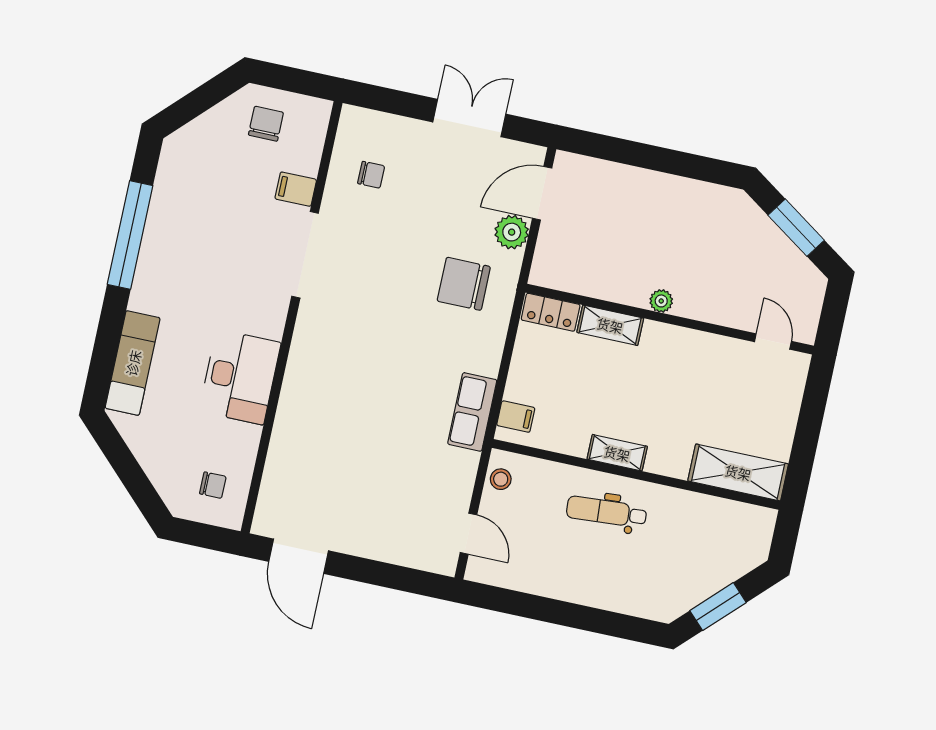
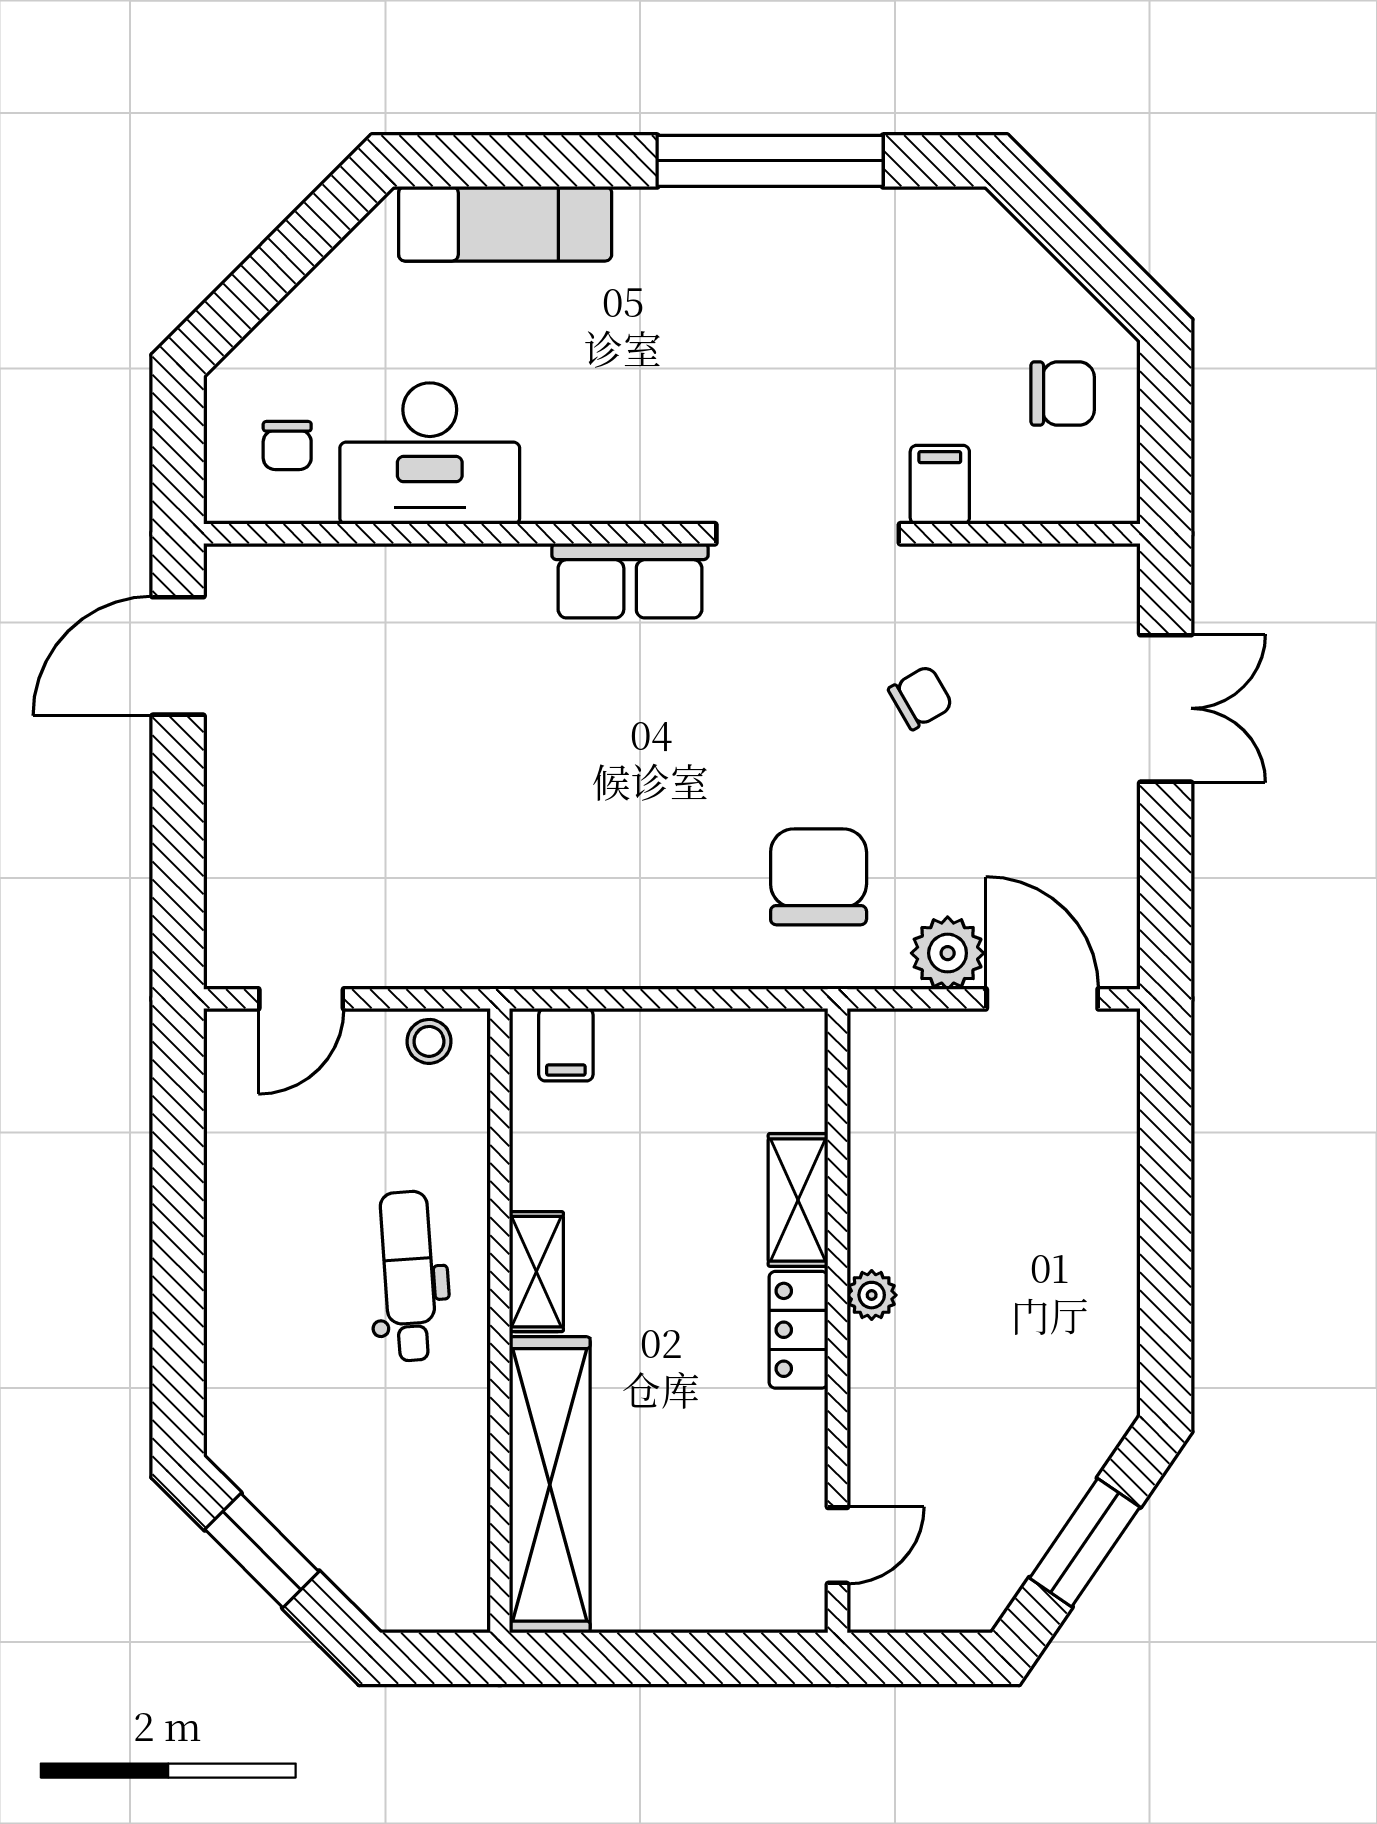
double door: (469, 118) -> (1166, 708), moved
chair: (371, 175) -> (921, 698), moved, turned -120
locker: (551, 312) -> (798, 1330), moved
desk: (240, 377) -> (430, 453), moved
row of seats: (472, 412) -> (630, 581), moved, turned 180
shelving: (738, 472) -> (550, 1485), width x1.47

